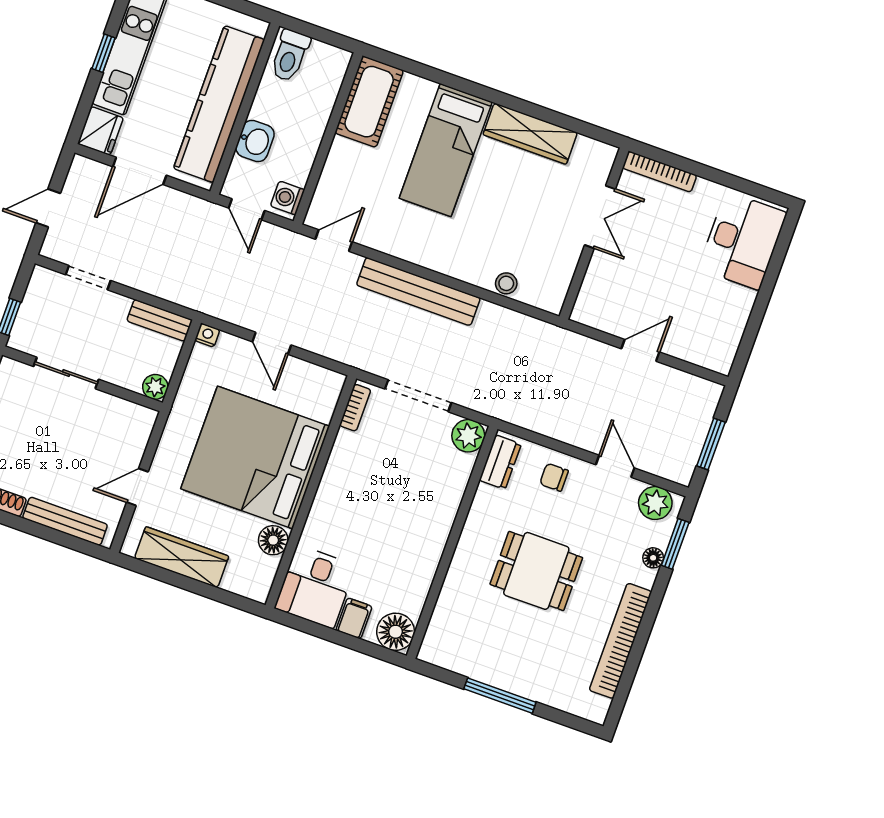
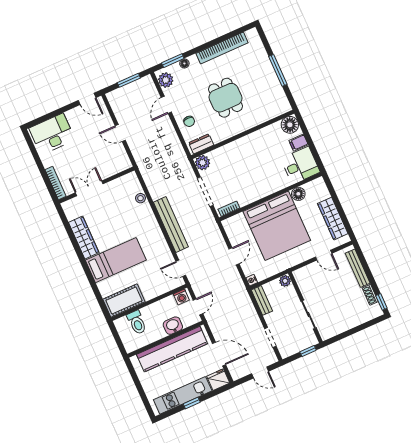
toilet: (290, 55) -> (137, 322), moved, turned 90
door: (745, 350) -> (87, 99), added

